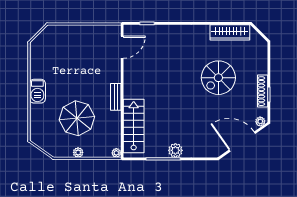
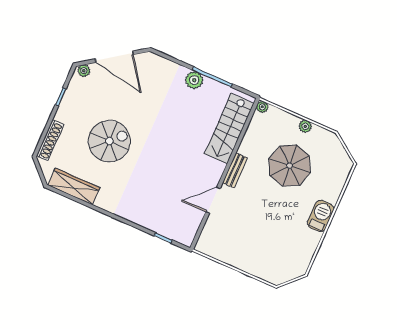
door: (122, 47) -> (213, 200), moved
shoe rack: (263, 91) -> (50, 140), moved

